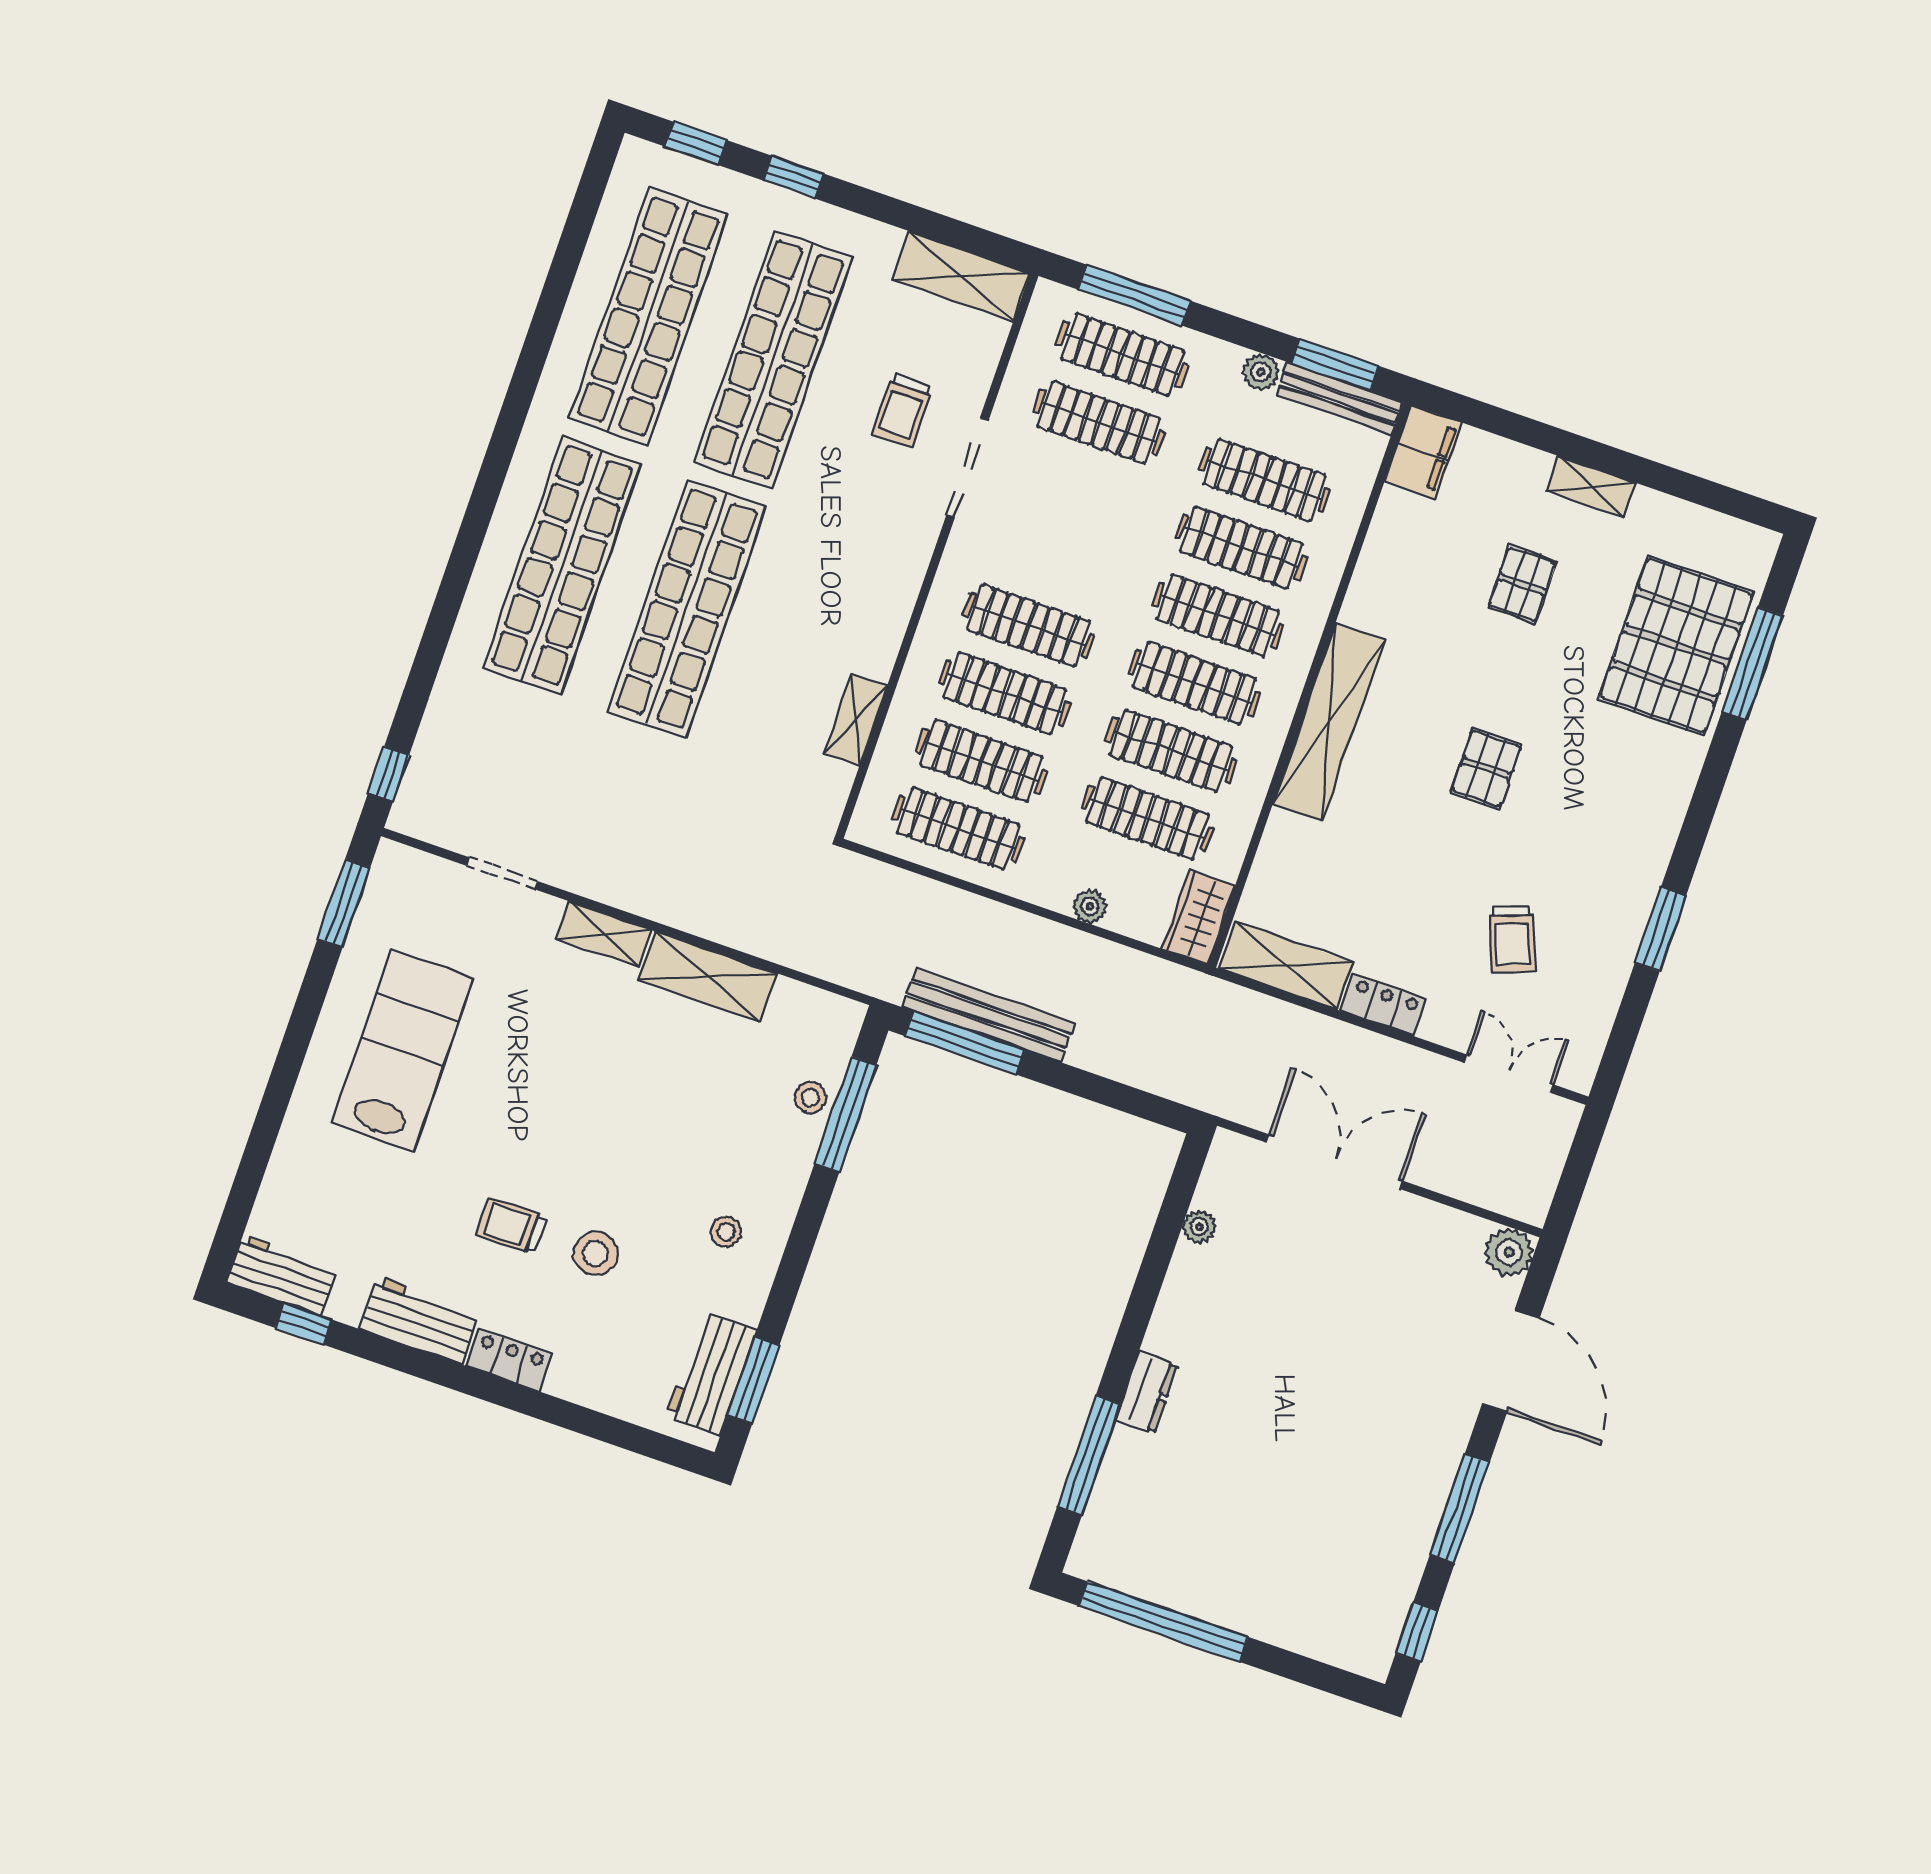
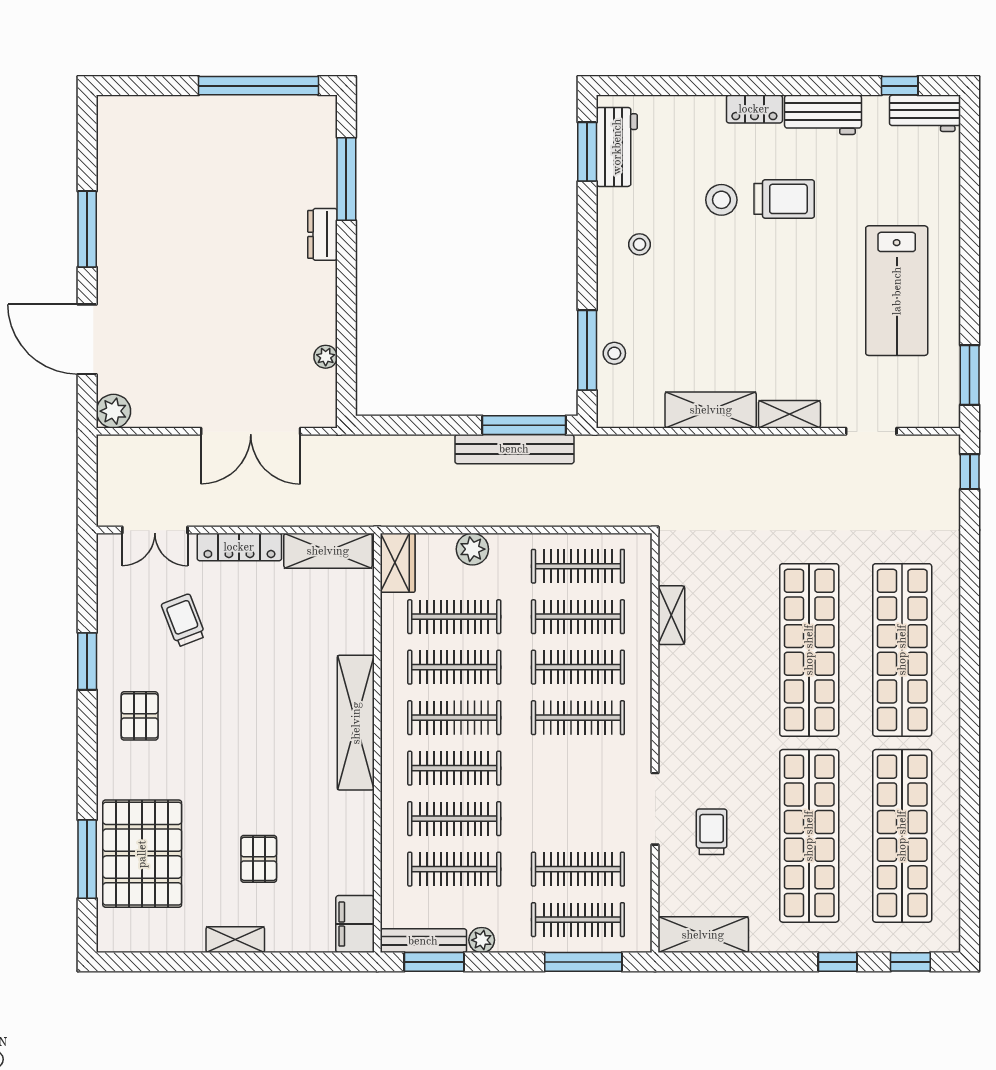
pallet: (1486, 768) -> (140, 716), moved
plant: (1090, 906) -> (472, 549), width x1.38, depth x1.38
locker: (1384, 1005) -> (239, 547), width x1.53
trolley: (511, 1225) -> (784, 199), width x1.36, depth x1.39
window: (1417, 1632) -> (87, 137), removed

